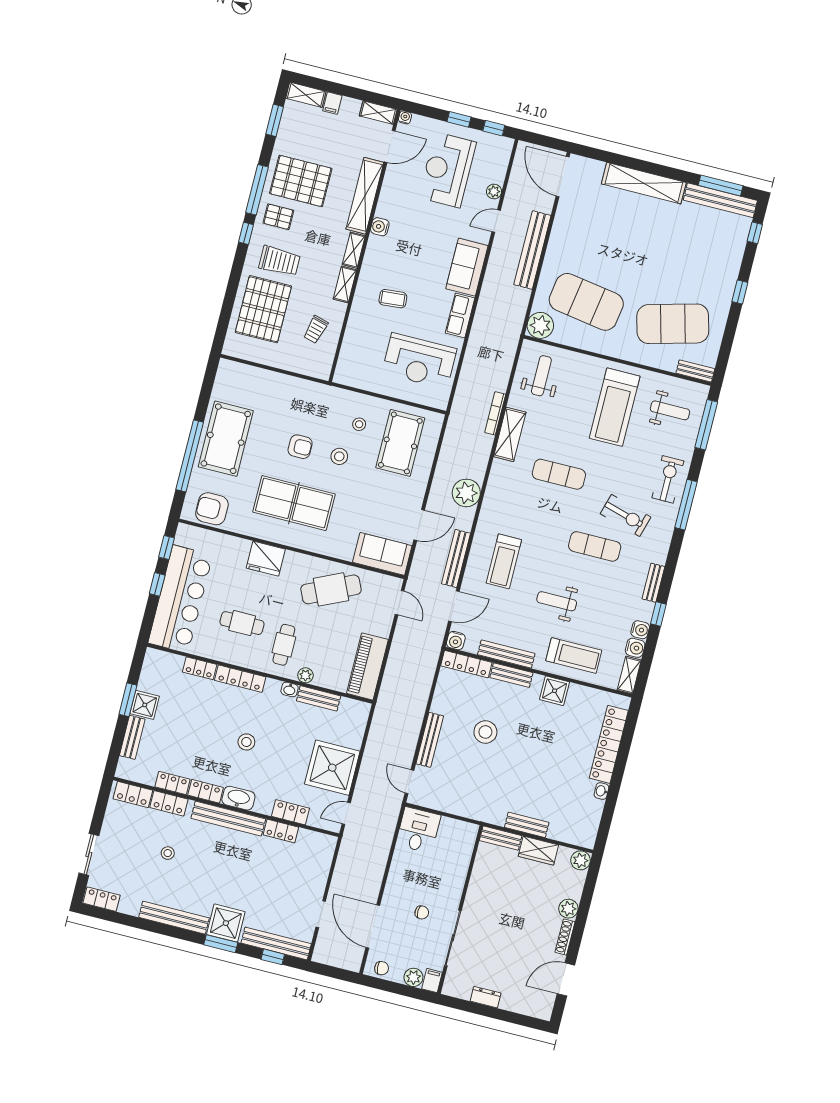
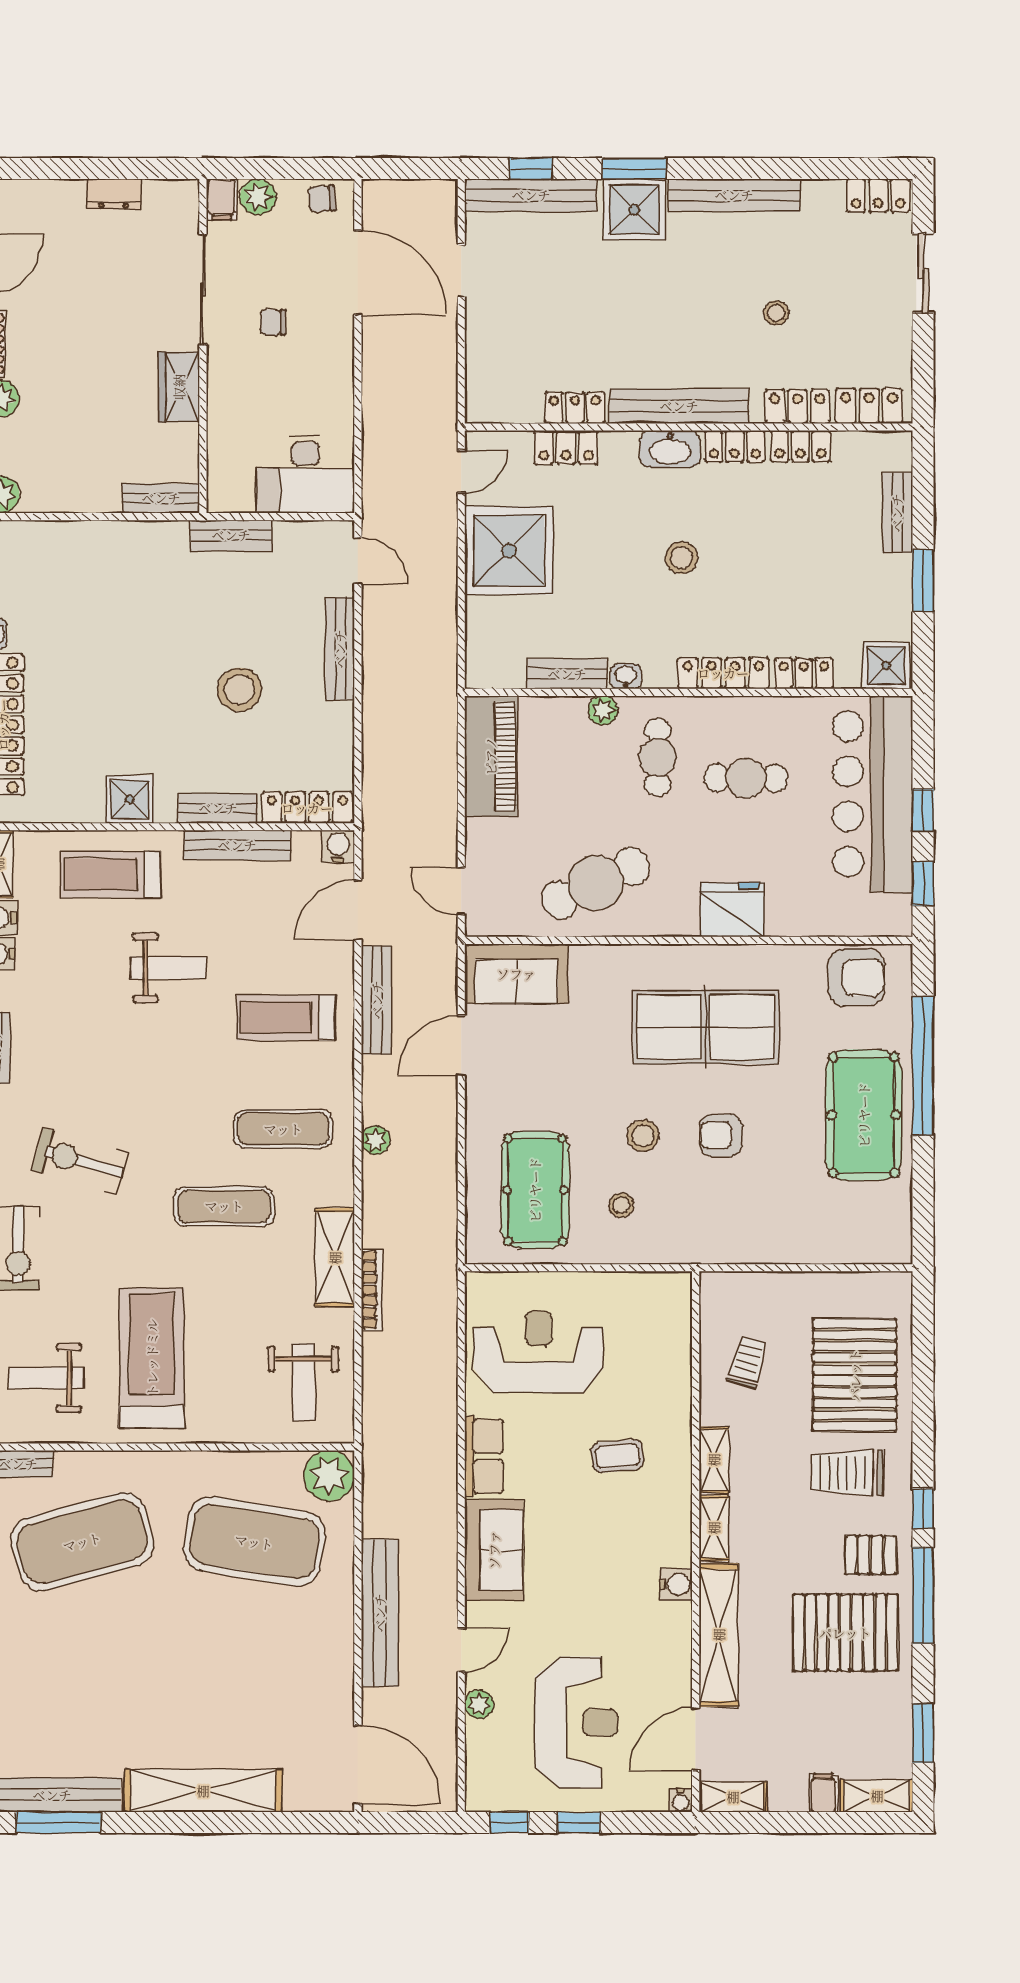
plant: (466, 493) -> (376, 1140), width x0.53, depth x0.53
exercise mat: (595, 546) -> (283, 1129), moved
treadmill: (504, 561) -> (286, 1017), turned -90
shower: (145, 705) -> (886, 665), moved
bench: (527, 825) -> (231, 535), moved
desk: (418, 830) -> (305, 474), width x1.37
wardrobe: (538, 851) -> (179, 387), moved, turned -90

